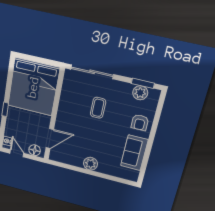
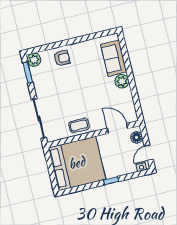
plant: (140, 93) -> (34, 60), moved
coffee table: (98, 108) -> (79, 125), moved
sofa: (134, 153) -> (114, 58), moved, turned 90

